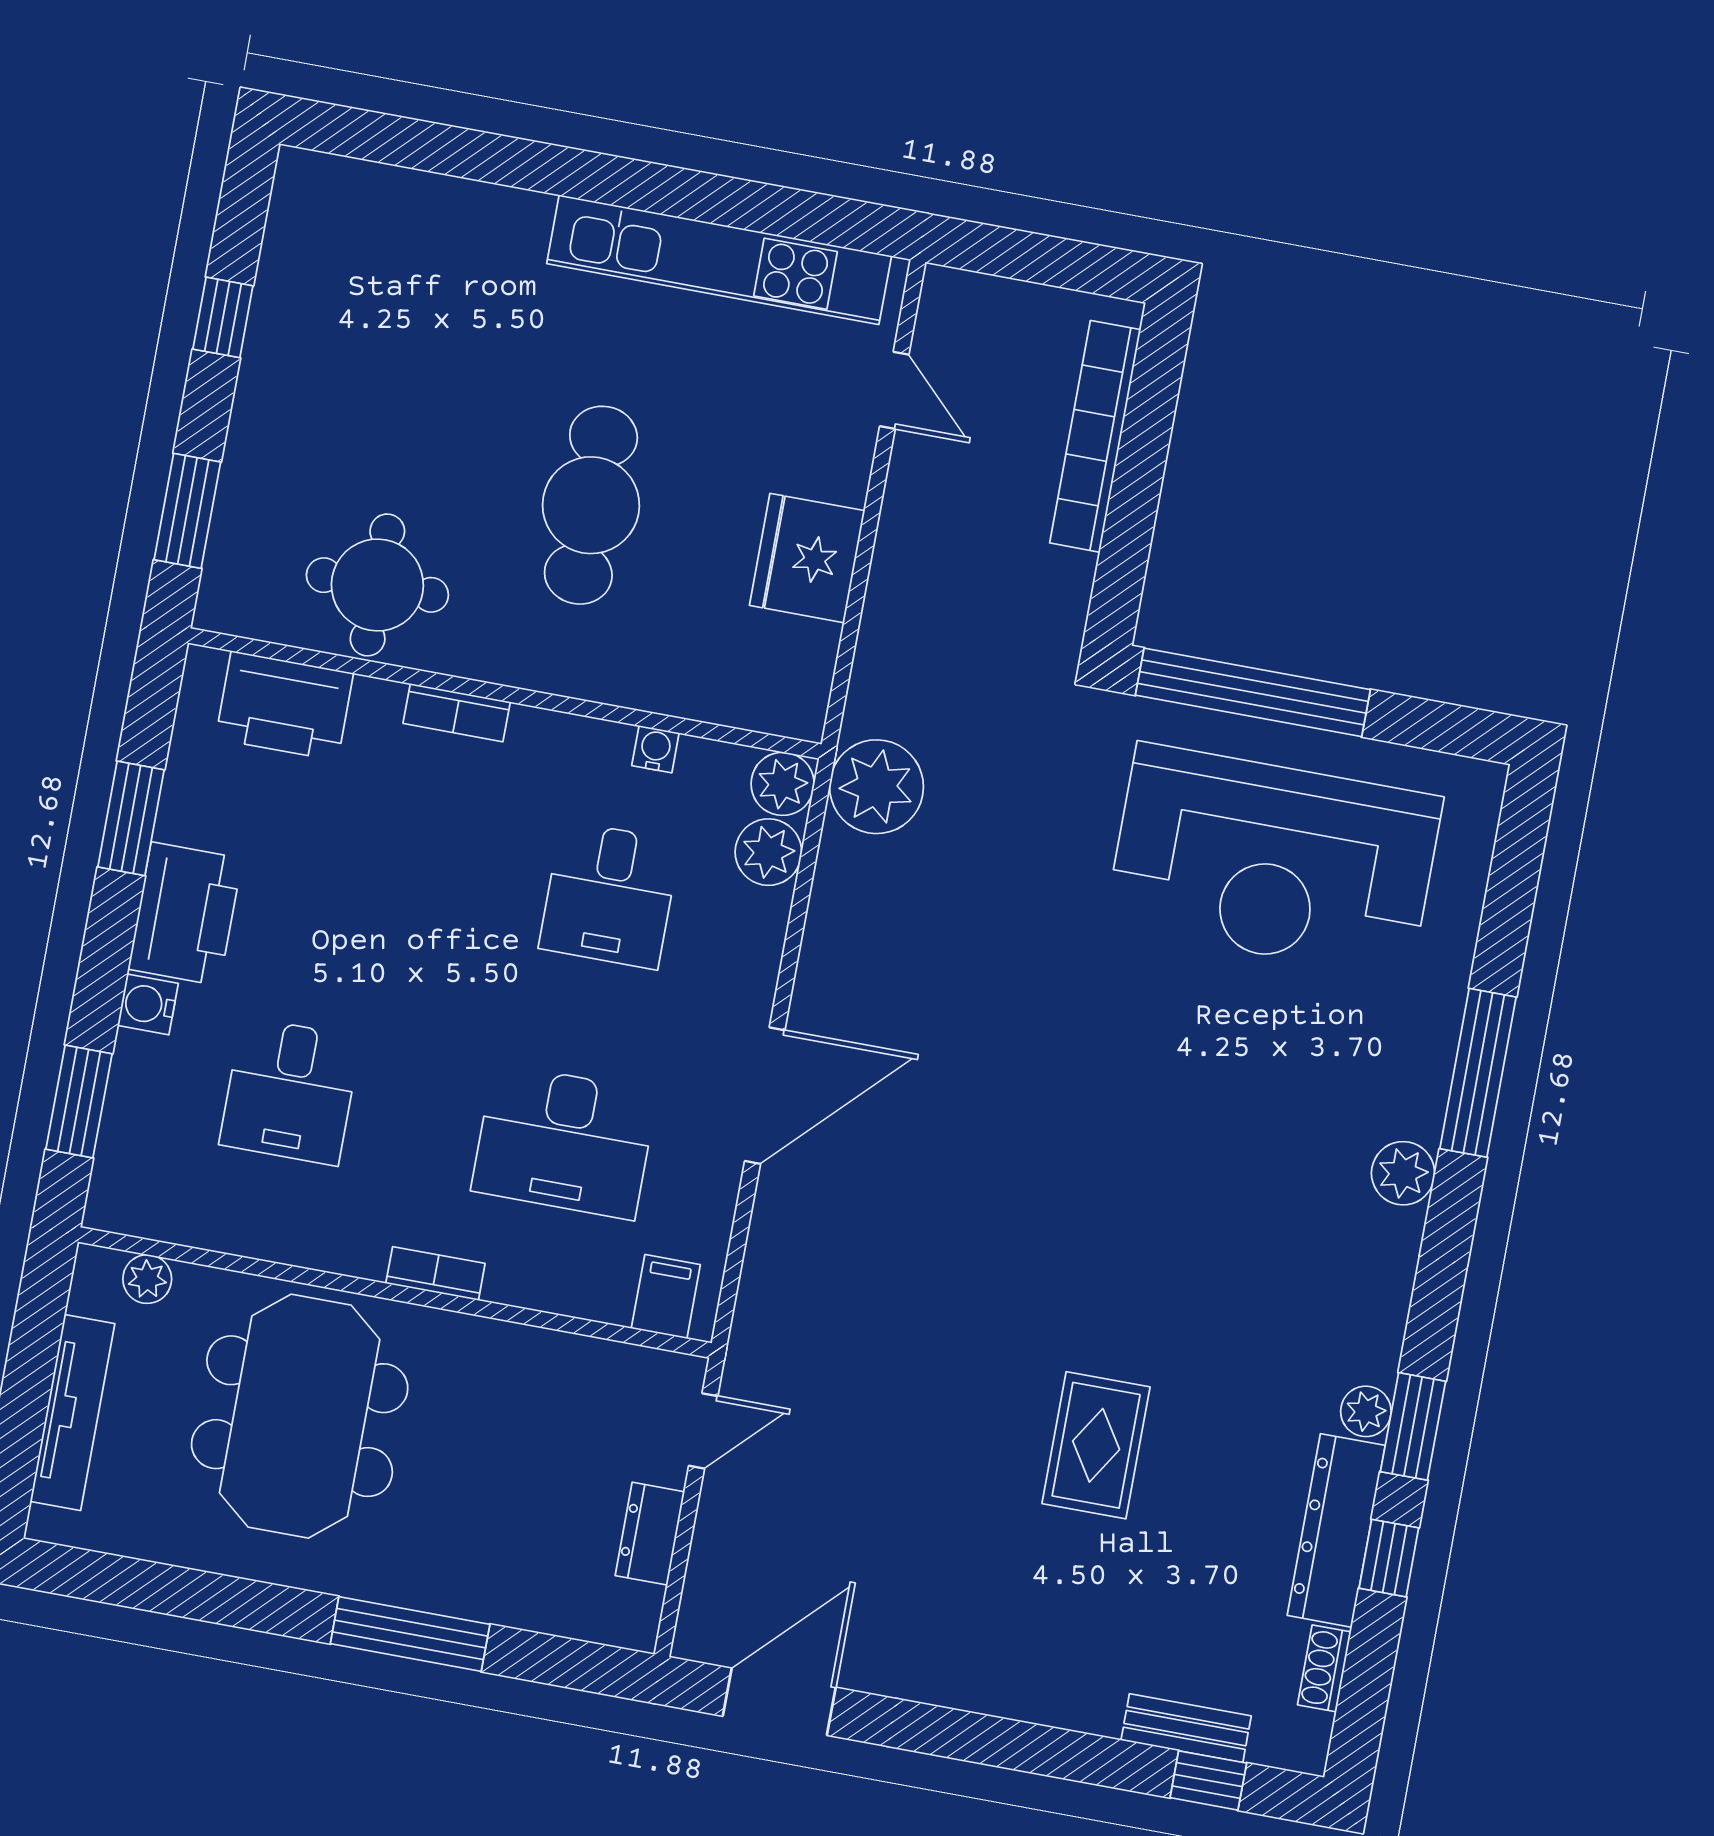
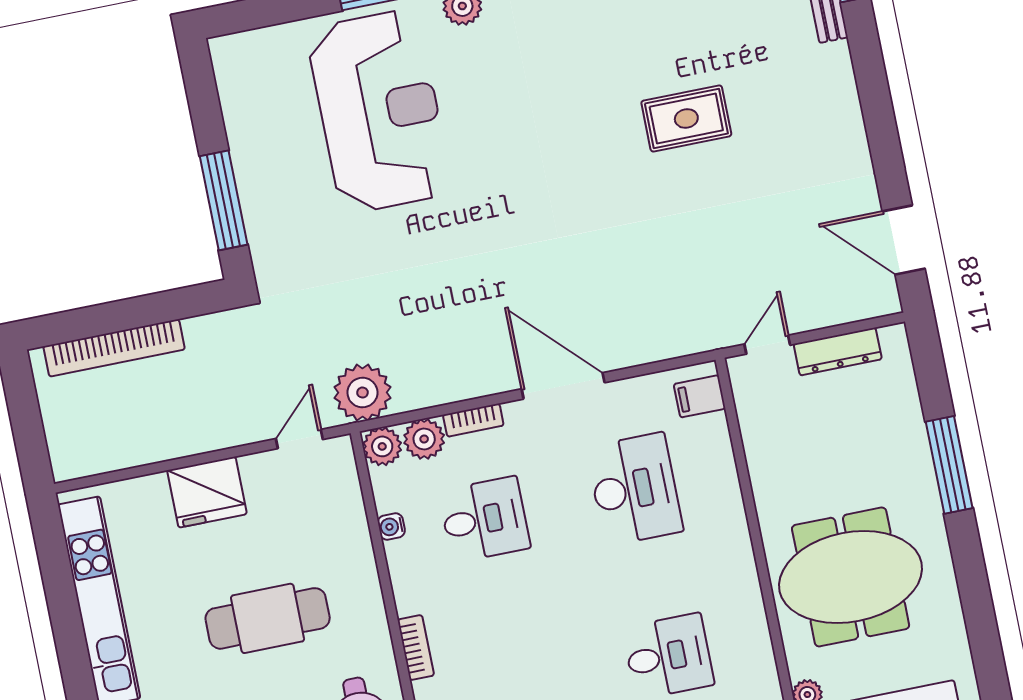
door: (894, 390) -> (299, 439), moved
fridge: (807, 558) -> (207, 492), moved
window: (1253, 692) -> (224, 200), width x0.68
reception desk: (1274, 861) -> (379, 111), moved
bookcase: (435, 1274) -> (473, 420), moved, turned -90
door: (703, 1431) -> (767, 345), hinge flipped
dresser: (650, 1534) -> (838, 352), width x1.44

